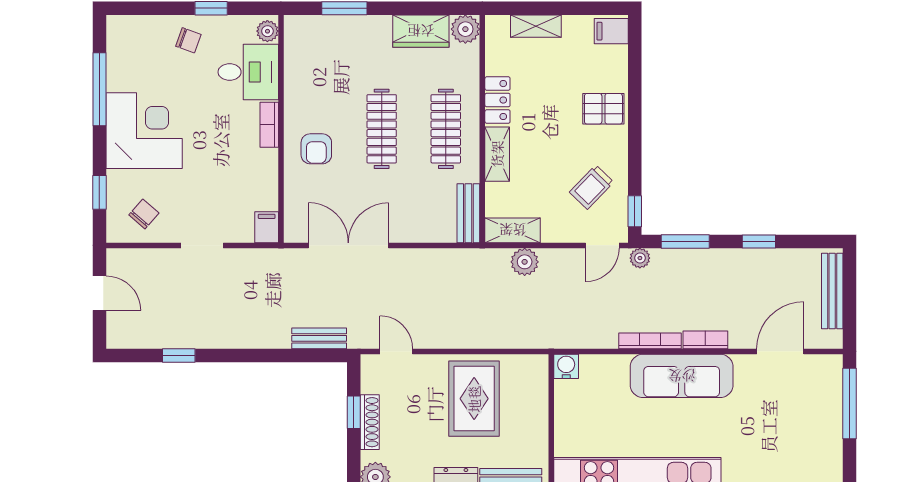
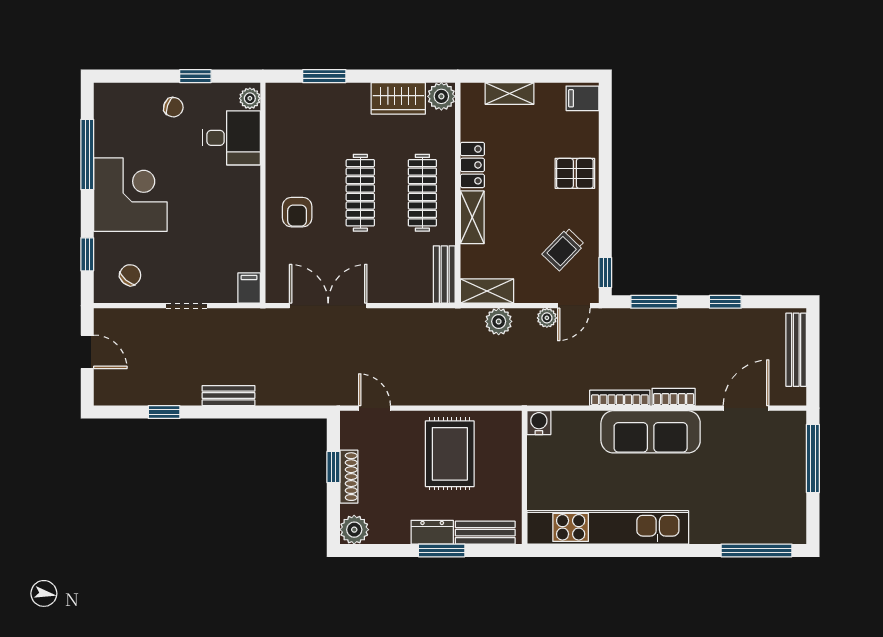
bookcase: (269, 125) -> (252, 189), removed
plant: (640, 258) -> (547, 318), moved
bench: (319, 338) -> (229, 396), moved

